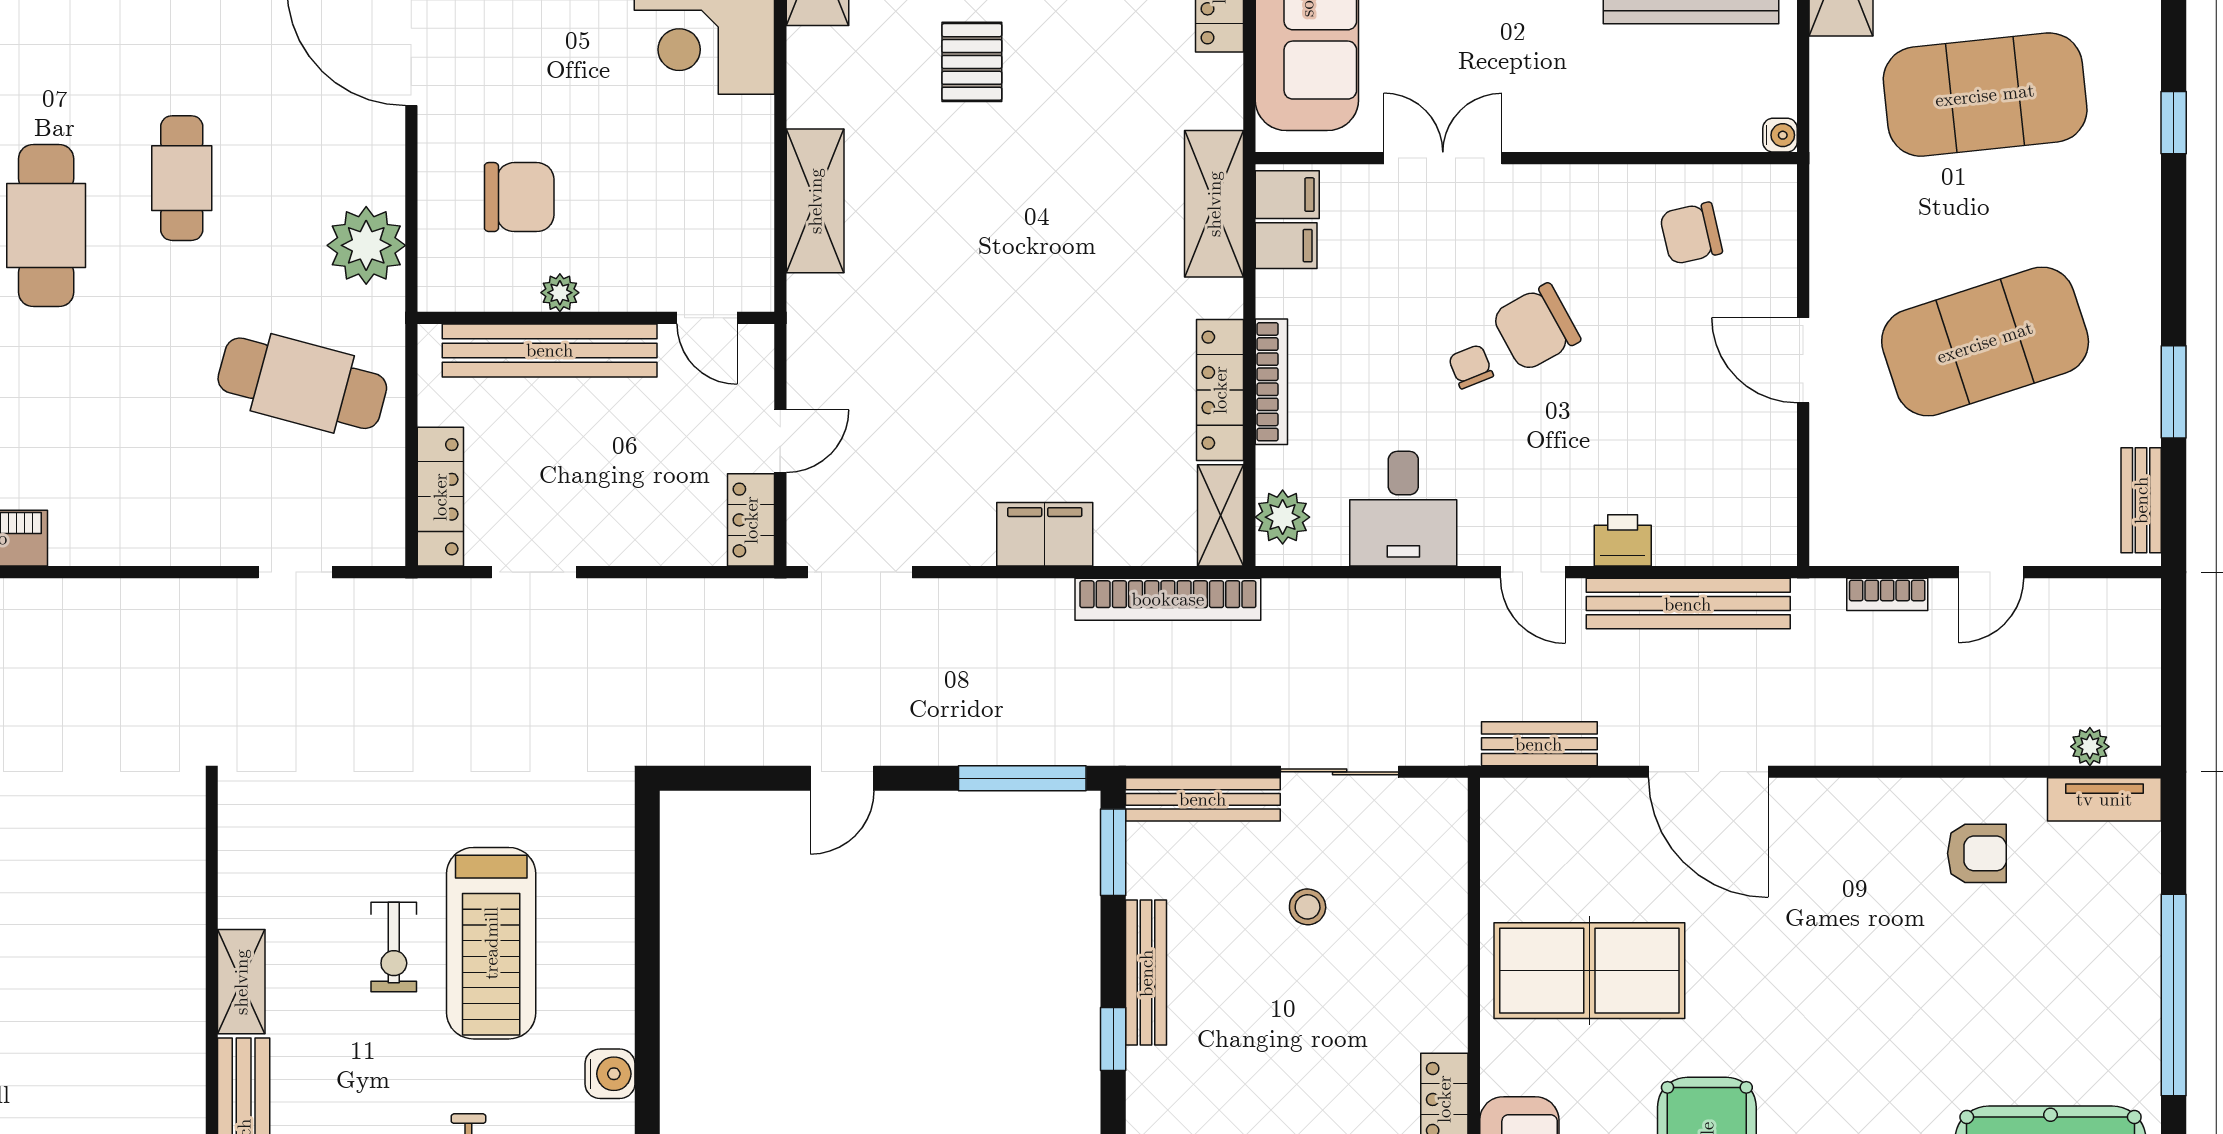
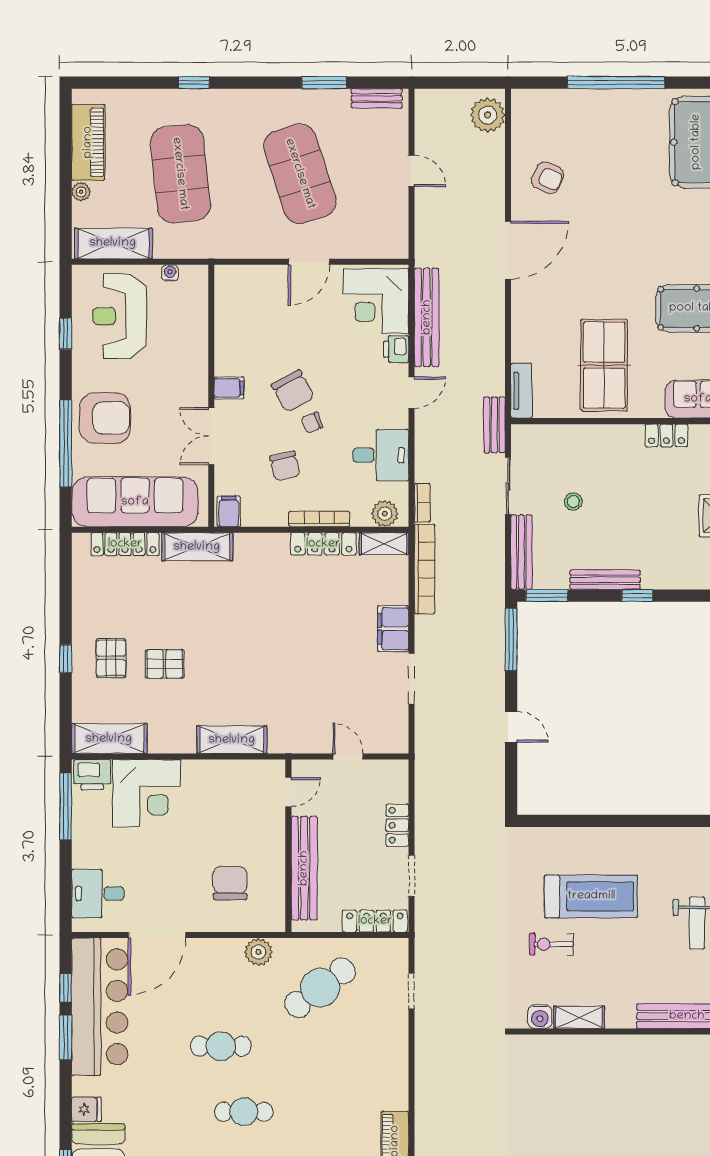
water cooler: (1780, 135) -> (170, 273), moved
shelving: (1214, 204) -> (197, 547), moved
cafe table: (46, 226) -> (244, 1112), width x0.73, depth x0.74
chair: (1691, 233) -> (285, 466), moved
plant: (366, 245) -> (258, 952), width x0.73, depth x0.73
filing cabinet: (1286, 246) -> (229, 388), moved, turned 90
plant: (560, 293) -> (276, 863), removed
cafe table: (302, 383) -> (320, 988), turned 38
corner desk: (1722, 499) -> (376, 301), added
locker: (751, 520) -> (397, 825), moved, turned 90
doorway: (860, 572) -> (411, 679), moved
bookcase: (1887, 594) -> (422, 503), moved
bench: (1539, 744) -> (494, 425), moved
plant: (2090, 747) -> (488, 115), width x1.87, depth x1.87
door: (1708, 772) -> (508, 250), moved
tv unit: (2104, 799) -> (521, 391), moved
armchair: (1977, 853) -> (547, 178), turned 115
exercise bike: (394, 947) -> (551, 944), moved, turned 180
shelving: (241, 982) -> (579, 1017), moved
water cooler: (610, 1074) -> (540, 1017), moved, turned 180

